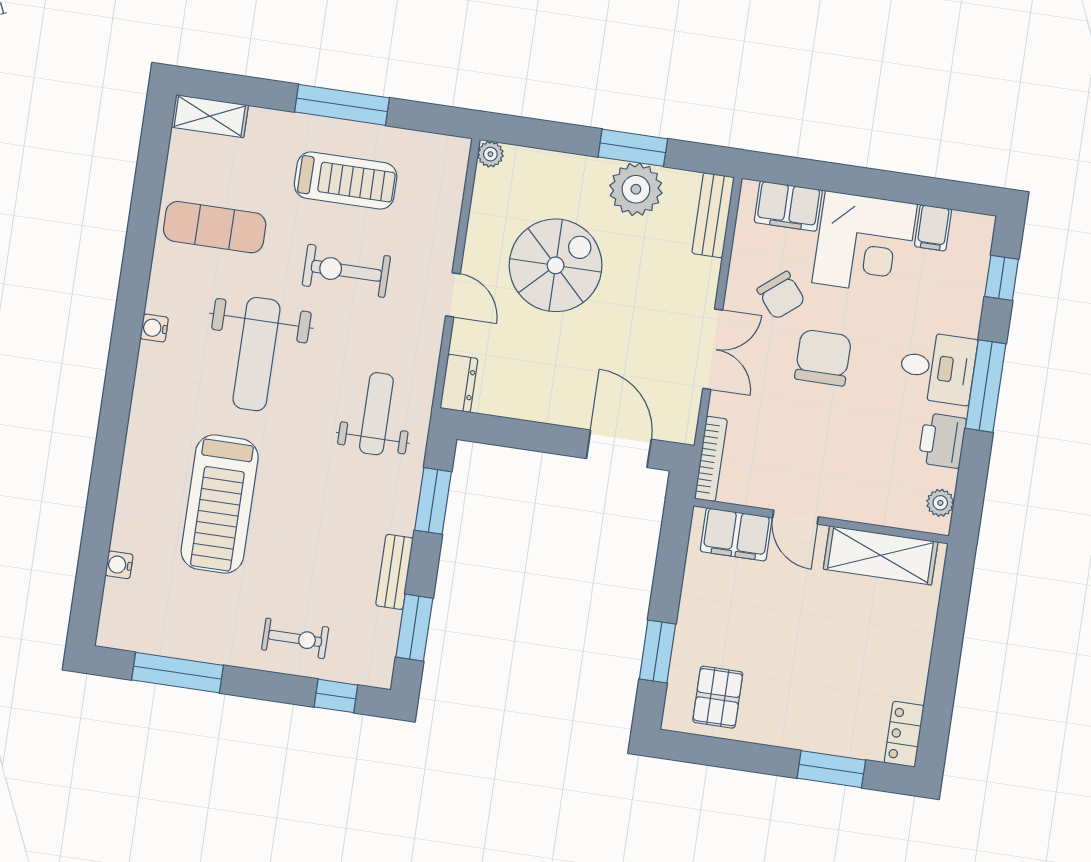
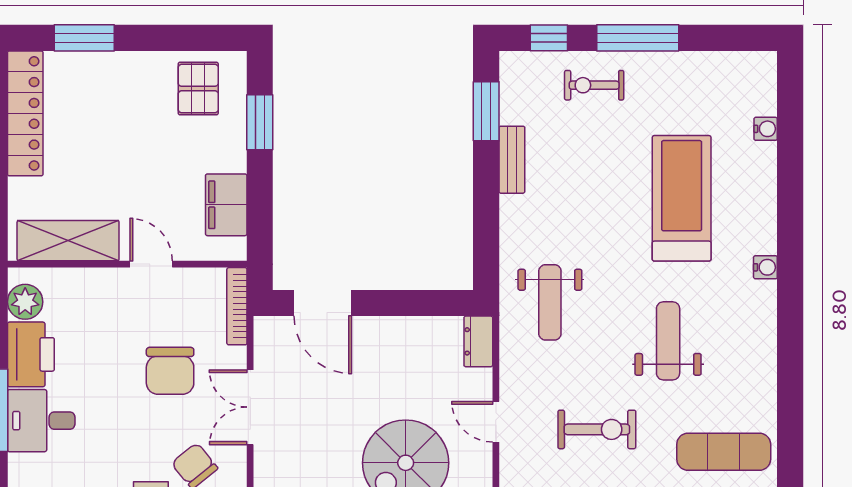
water cooler: (154, 328) -> (765, 267), moved
weight bench: (256, 354) -> (668, 341), width x0.73, depth x0.75
chair: (823, 358) -> (170, 371), moved
printer: (942, 441) -> (31, 354), width x1.37, depth x1.19
window: (433, 501) -> (486, 230), removed
plant: (940, 503) -> (25, 302), width x1.38, depth x1.38
filing cabinet: (736, 534) -> (226, 205), moved, turned -90
window: (178, 673) -> (638, 38), moved
locker: (904, 734) -> (25, 113), width x2.16, depth x1.21

